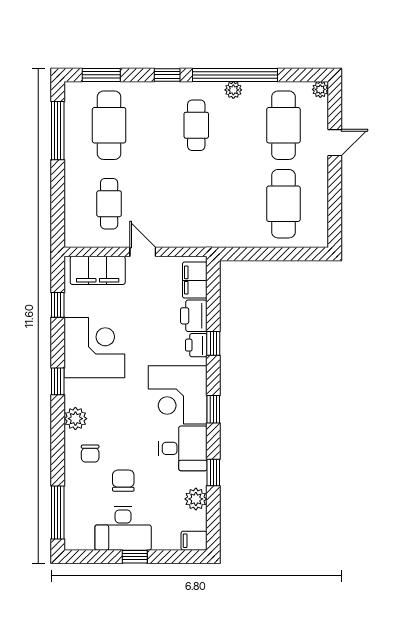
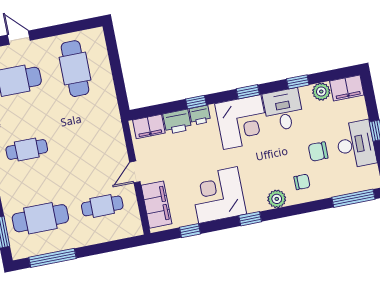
cafe table: (283, 204) -> (75, 69), turned 90
filing cabinet: (194, 541) -> (347, 88), width x2.00

